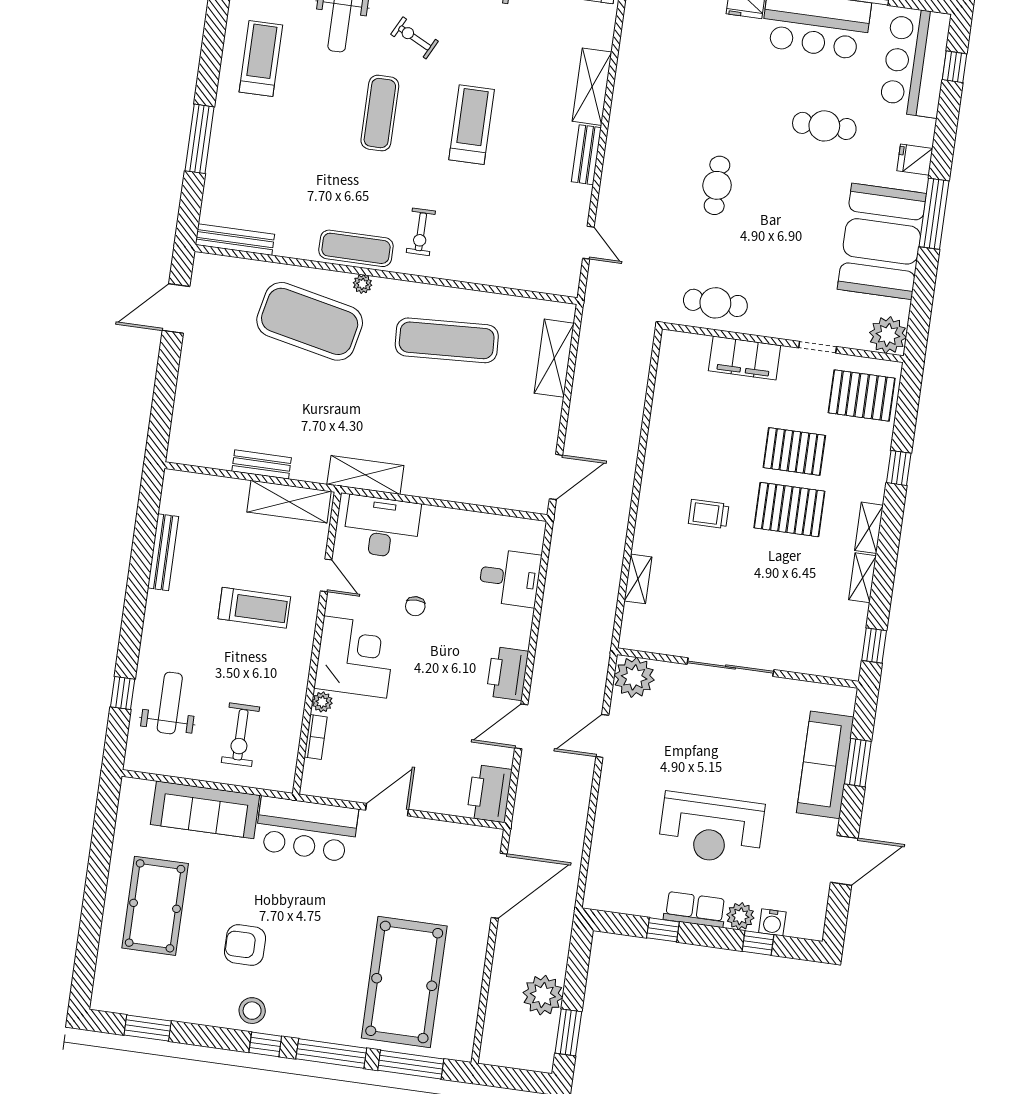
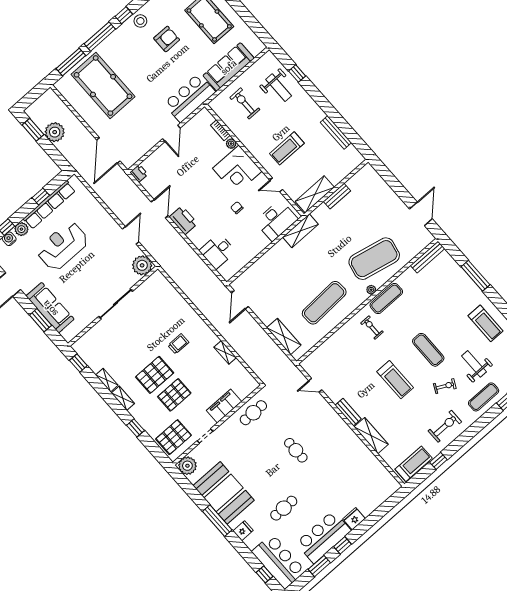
shelving: (638, 579) -> (225, 352), moved
printer: (489, 794) -> (139, 173), width x0.53, depth x0.68
row of seats: (695, 909) -> (49, 205), width x2.02

